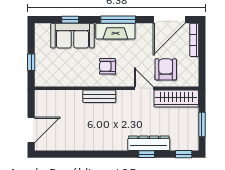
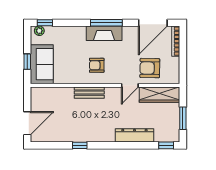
window: (70, 20) -> (45, 23), moved
plant: (44, 28) -> (39, 31), added
sofa: (72, 36) -> (42, 64), moved, turned -90
armchair: (166, 69) -> (150, 68), turned -89
door: (144, 88) -> (130, 85), swing flipped
window: (147, 154) -> (80, 145), moved

